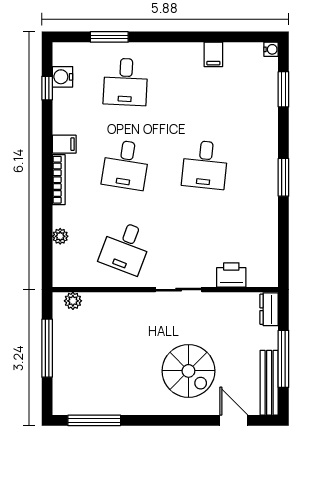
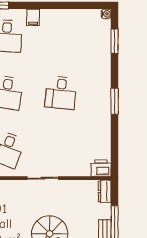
filing cabinet: (213, 54) -> (33, 17), moved
printer: (231, 275) -> (101, 168), moved

